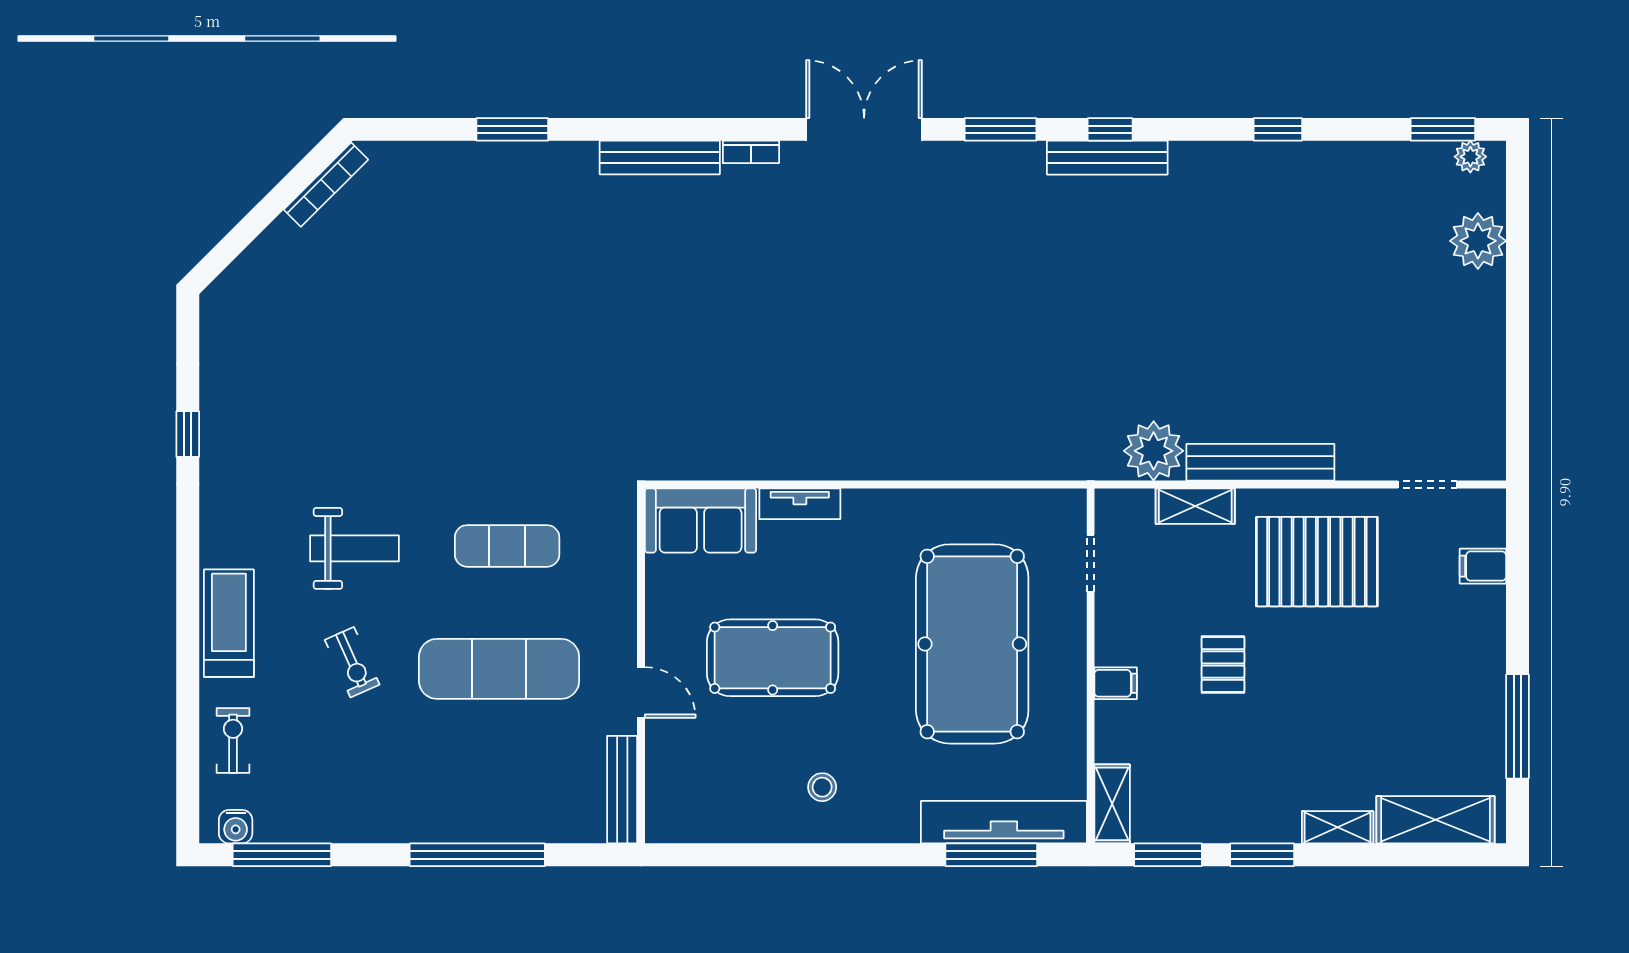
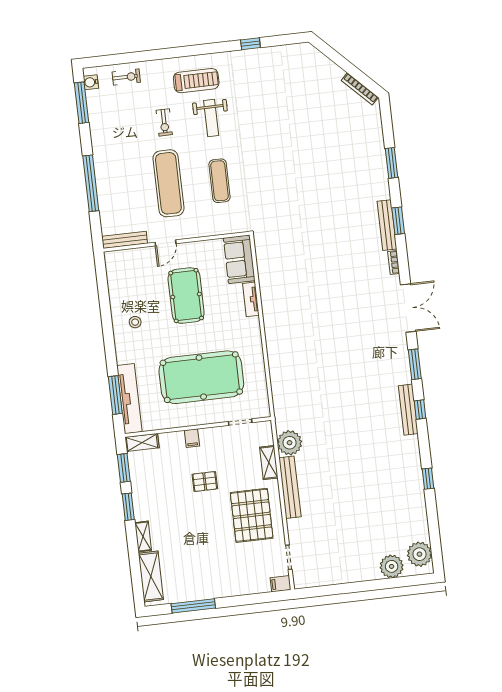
window: (1443, 129) -> (398, 221), moved
plant: (1470, 157) -> (419, 554), width x1.87, depth x1.87
filing cabinet: (1483, 566) -> (281, 584), moved, turned -90
treadmill: (229, 623) -> (196, 81), moved
exercise bike: (352, 662) -> (164, 122), turned -66

